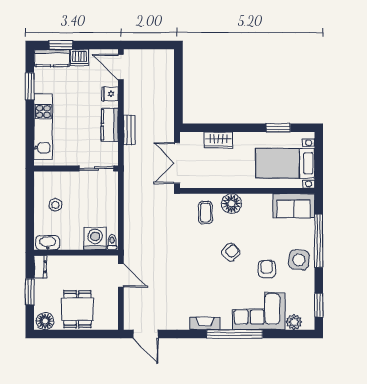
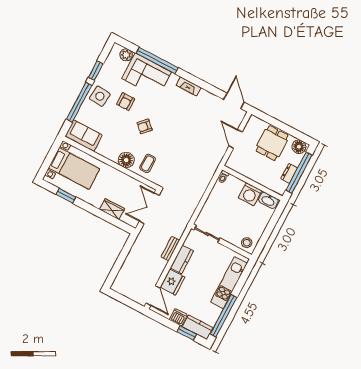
window: (30, 86) -> (223, 316), width x2.11
fridge: (110, 94) -> (173, 282), width x1.88, depth x1.34
double door: (177, 163) -> (149, 208), swing flipped
stool: (55, 205) -> (247, 243), moved
washing machine: (95, 239) -> (250, 194), moved
dresser: (40, 267) -> (289, 173), moved
door: (121, 275) -> (236, 139), moved
window: (30, 292) -> (299, 173), width x2.11
window: (319, 305) -> (96, 71), moved
window: (235, 334) -> (157, 60), moved

